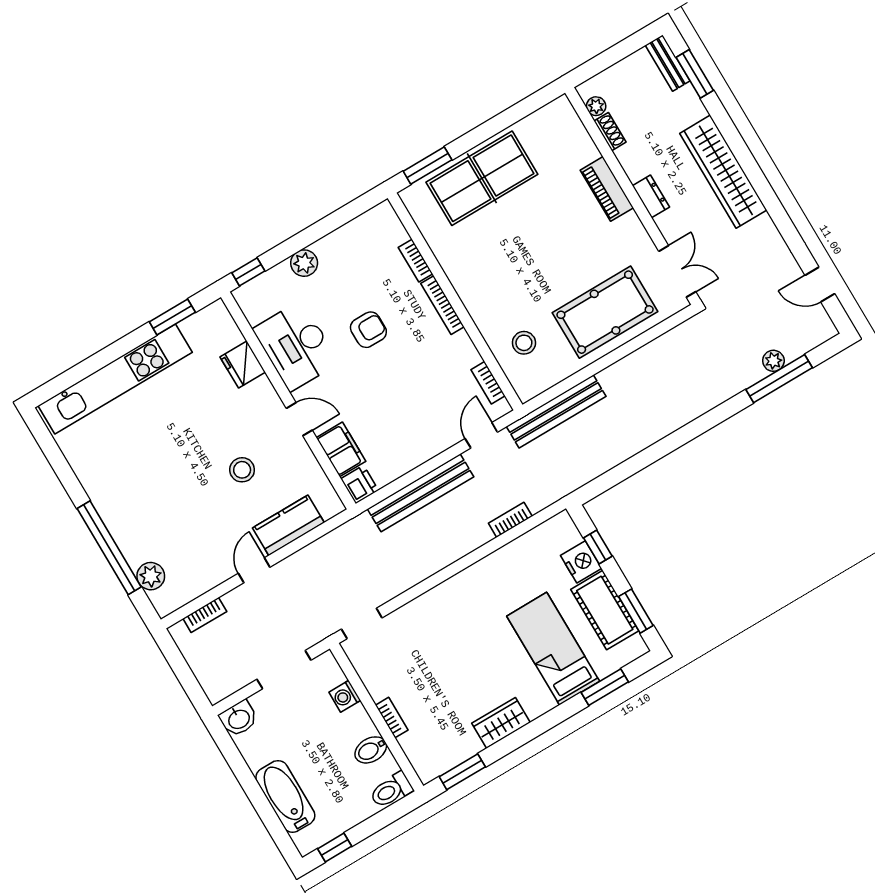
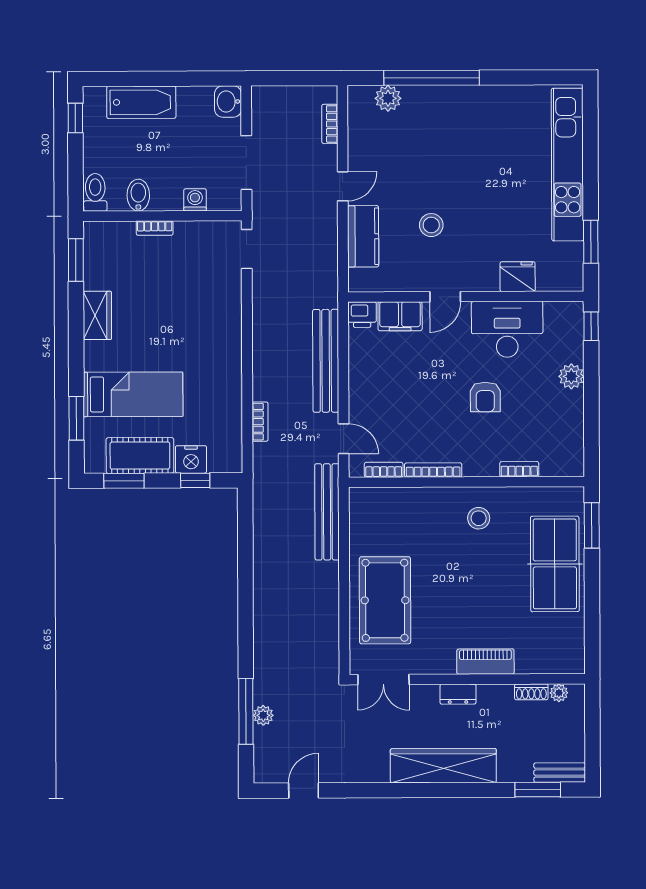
bookcase: (442, 305) -> (433, 470), moved
stool: (524, 343) -> (479, 518), moved
door: (254, 570) -> (343, 186), hinge flipped

